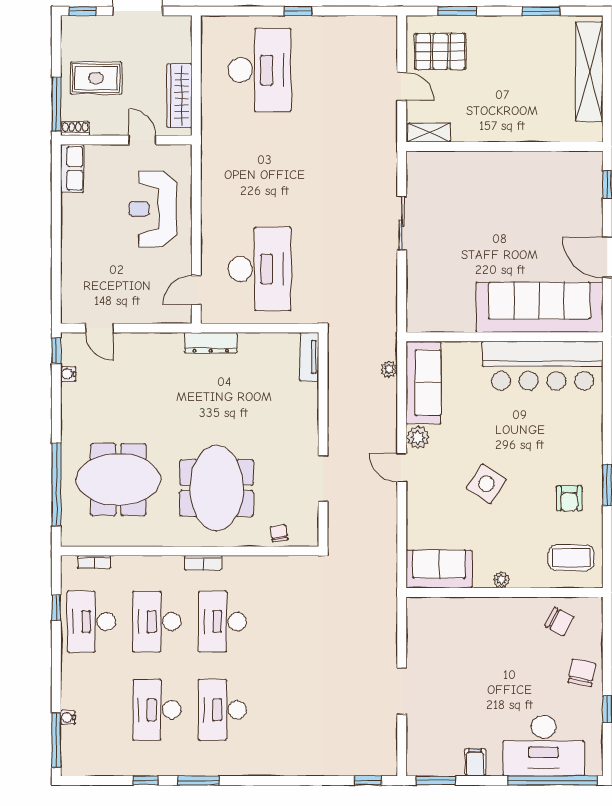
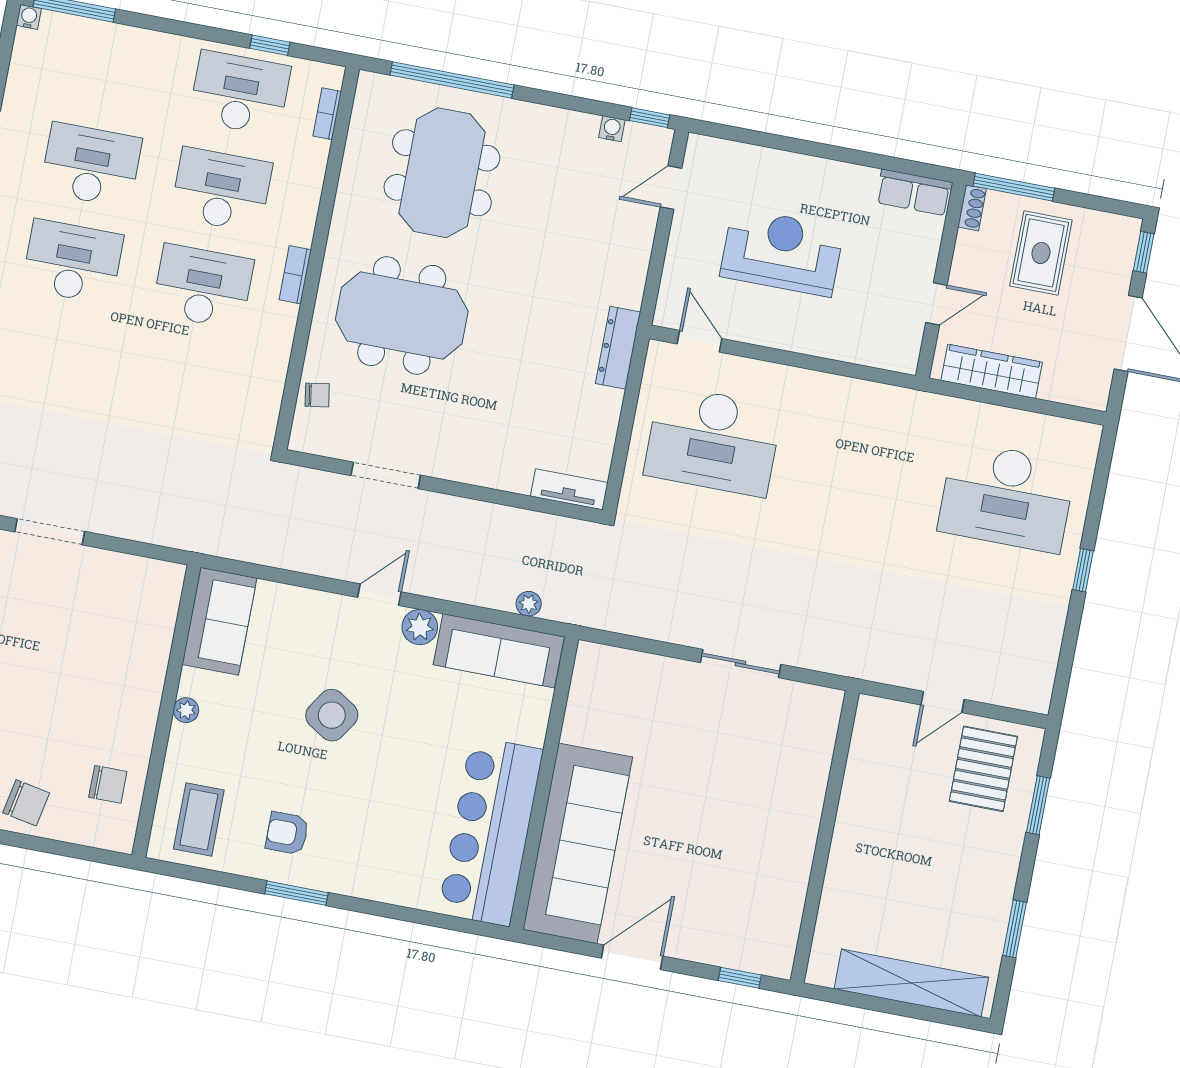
shelving: (429, 133) -> (867, 730), removed
reception desk: (153, 209) -> (782, 252), moved
chair: (560, 622) -> (108, 784), turned -118
water cooler: (68, 717) -> (29, 17), moved

